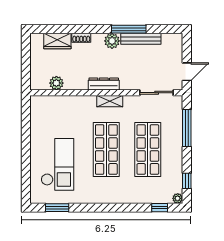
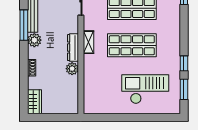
wardrobe: (57, 41) -> (34, 102), moved
plant: (56, 83) -> (72, 69), moved
window: (86, 208) -> (184, 63), added

